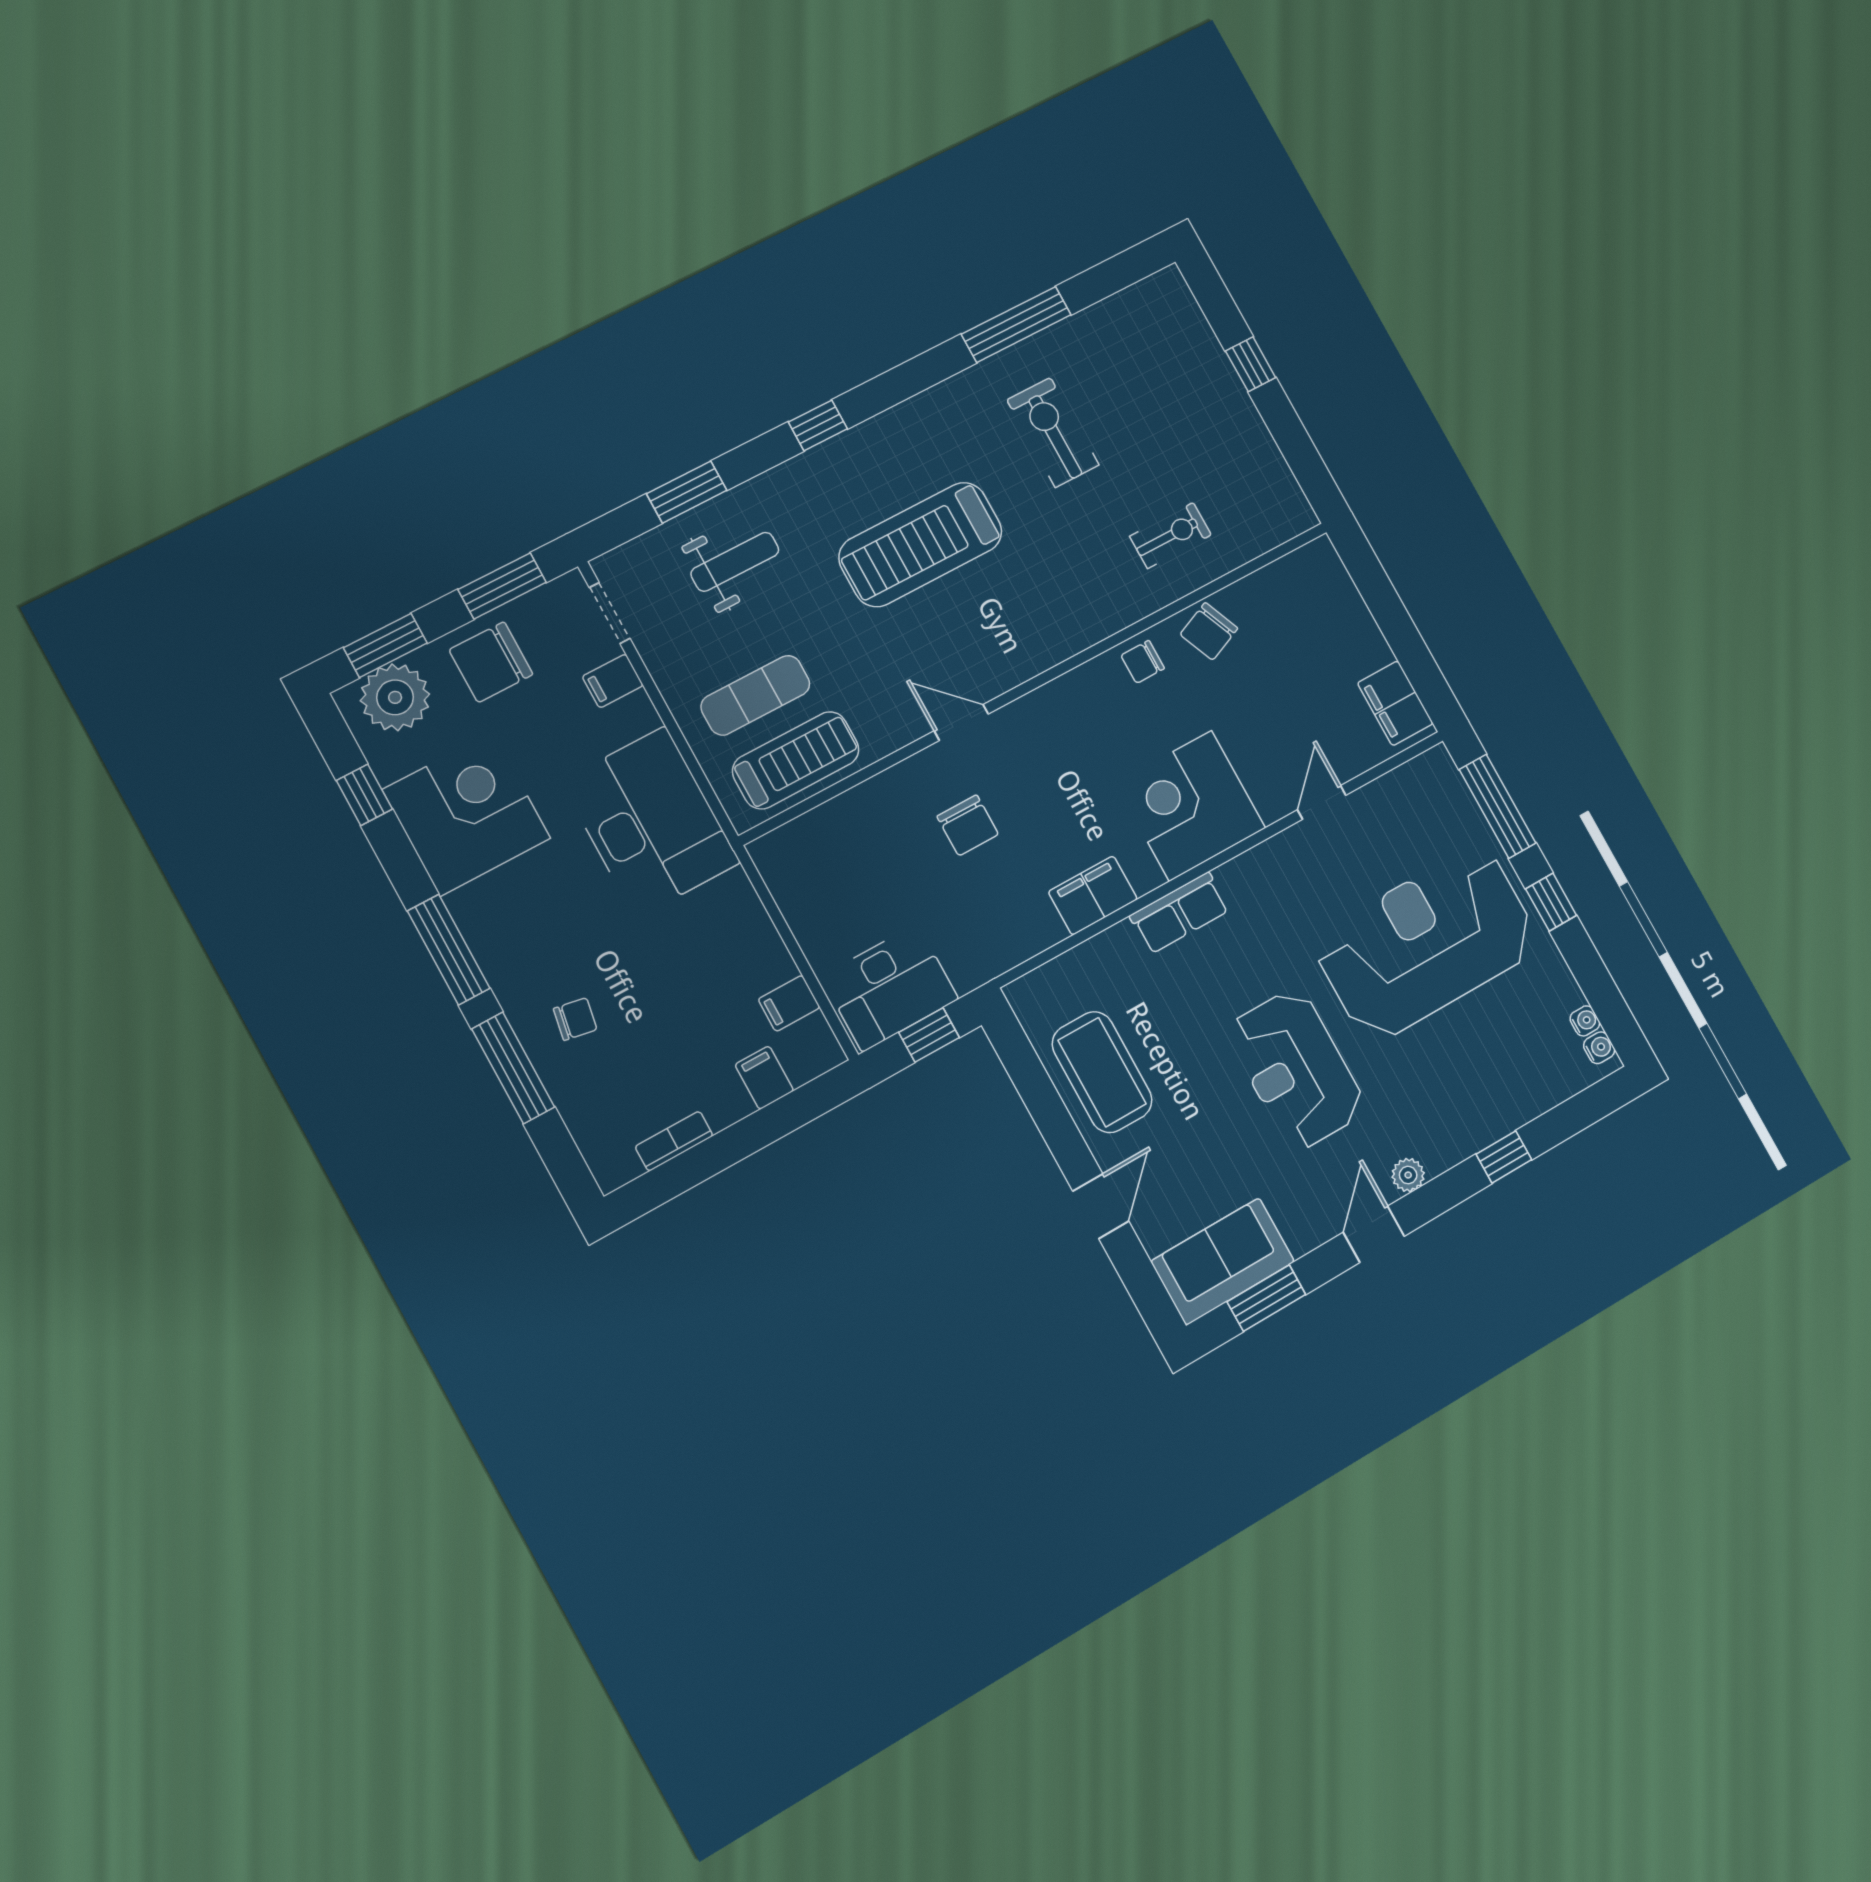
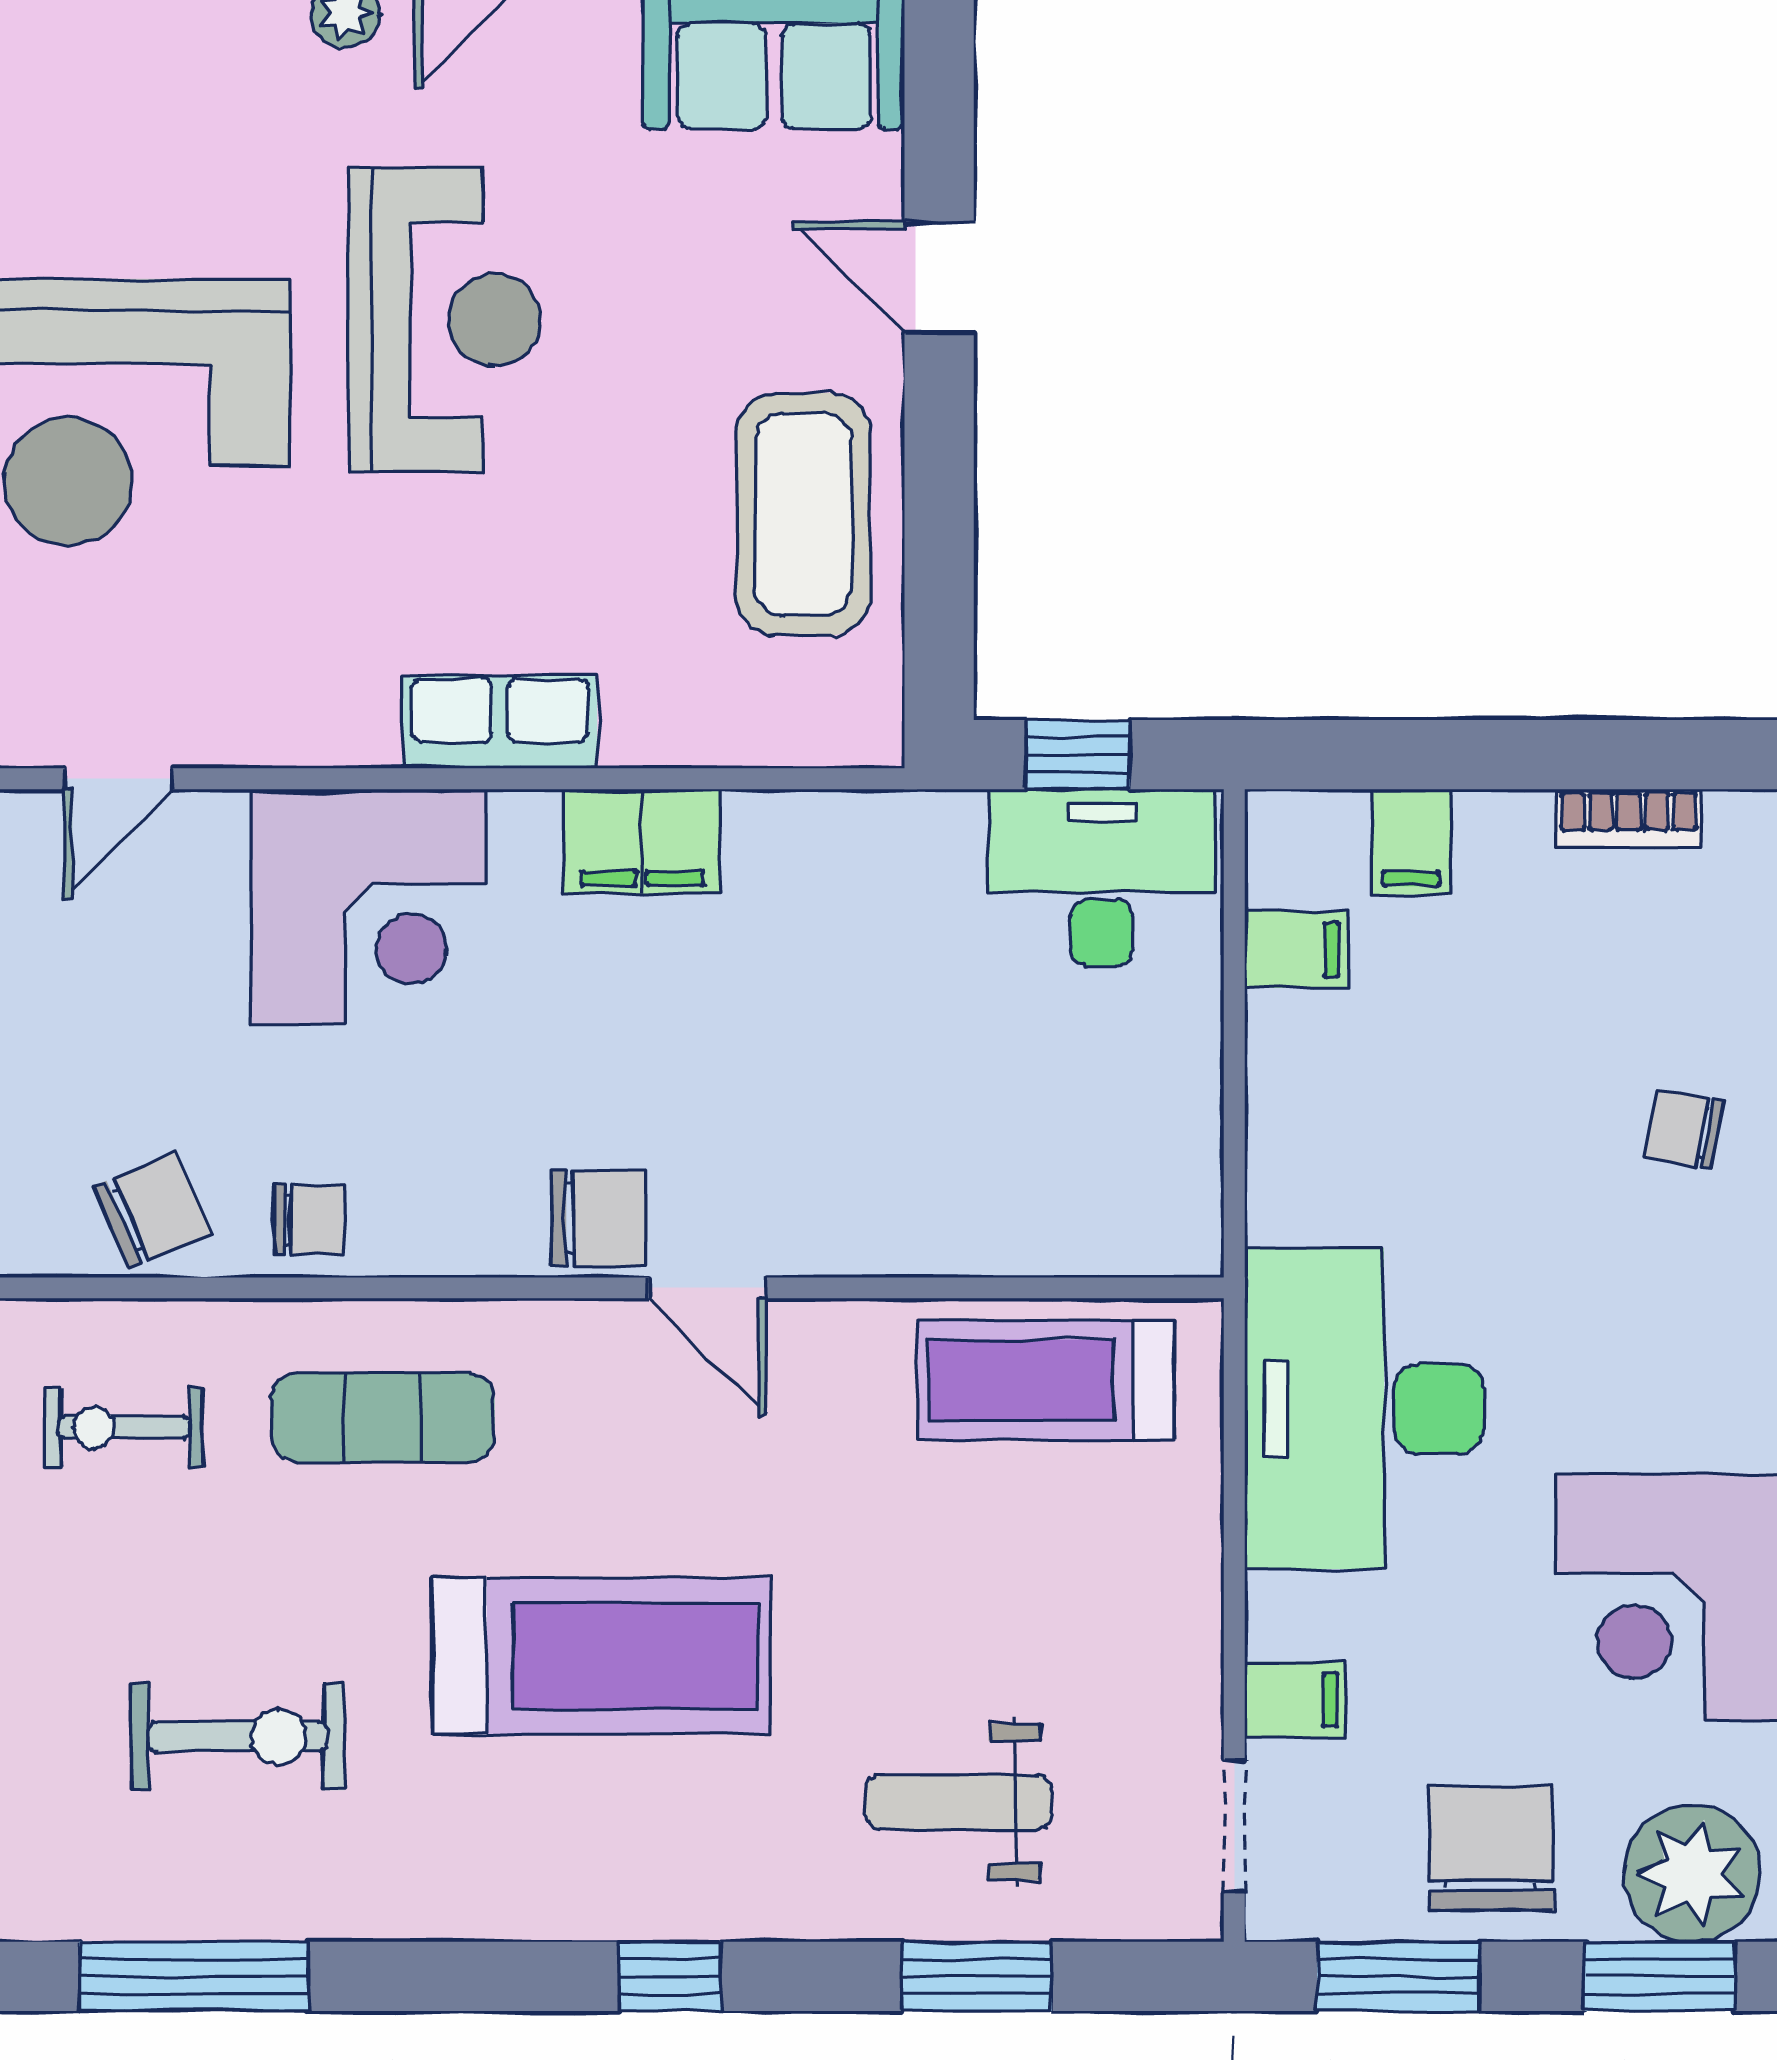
exercise bike: (1053, 432) -> (238, 1737), turned -90
chair: (491, 662) -> (1491, 1848), turned -90
exercise mat: (755, 695) -> (383, 1417), moved
chair: (968, 825) -> (599, 1218), moved, turned 90
door: (1101, 1206) -> (939, 277), hinge flipped

